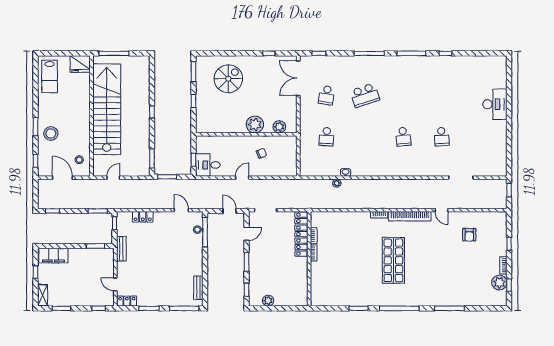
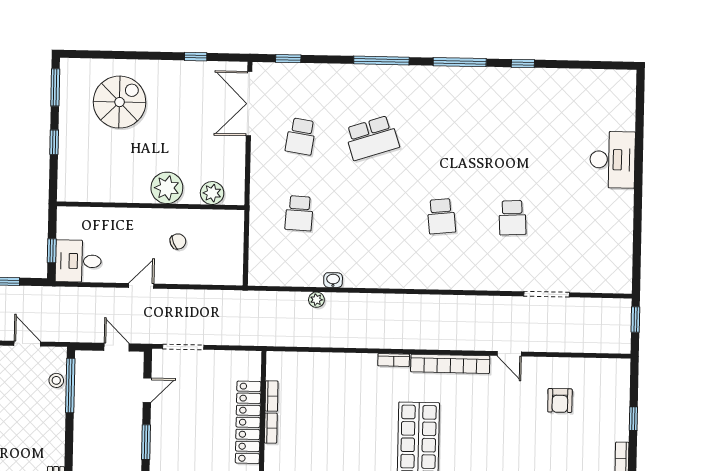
locker: (301, 234) -> (248, 422), moved

